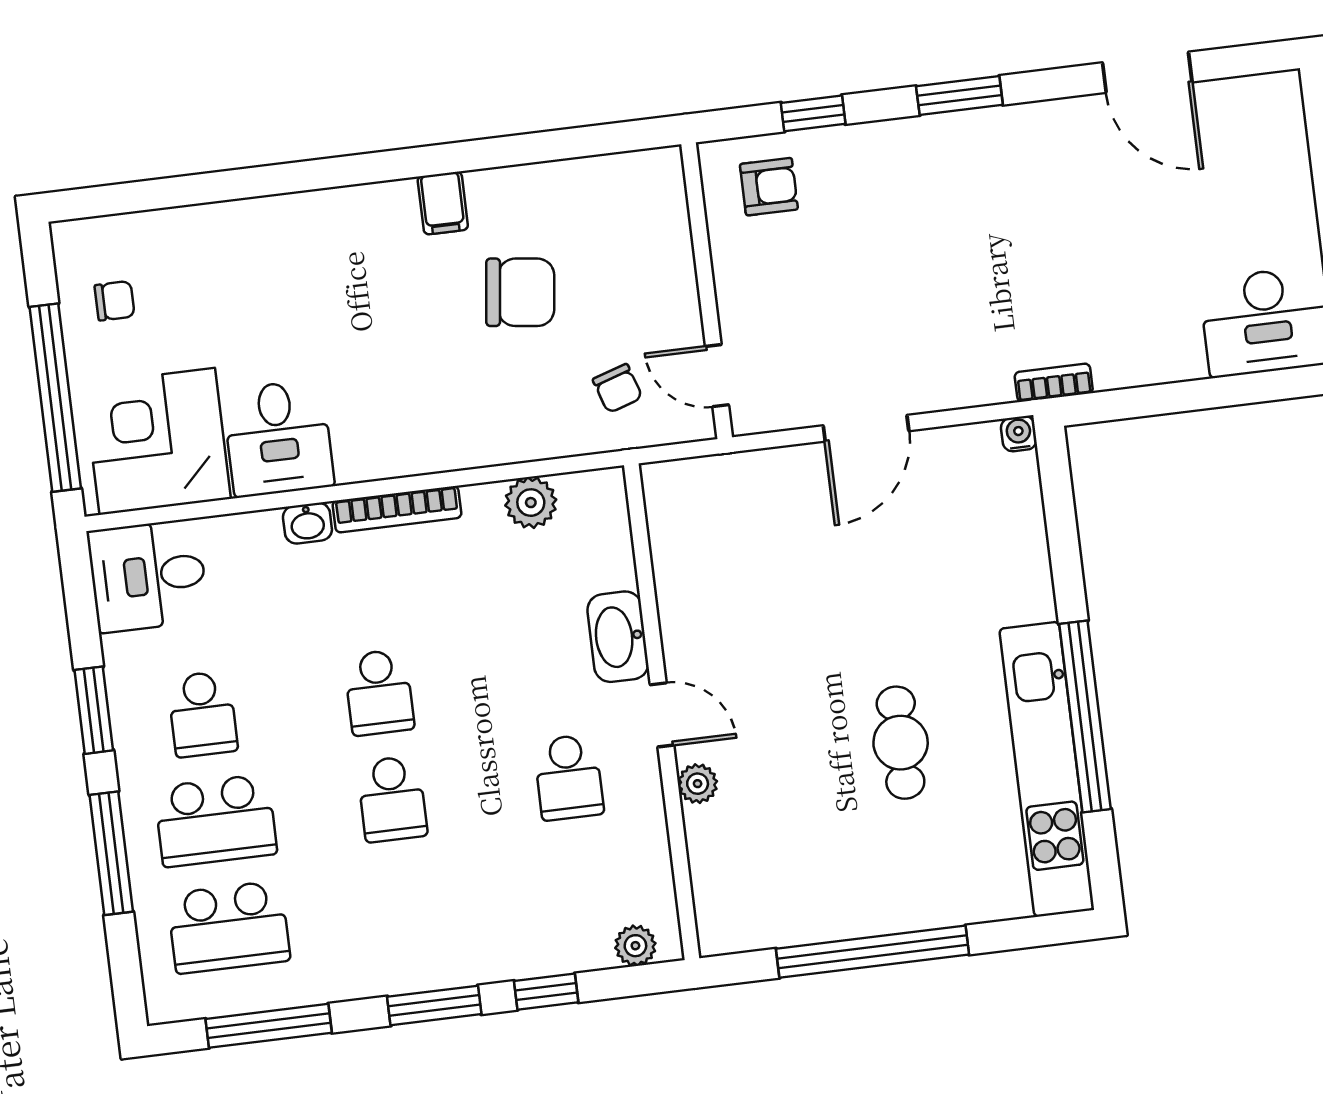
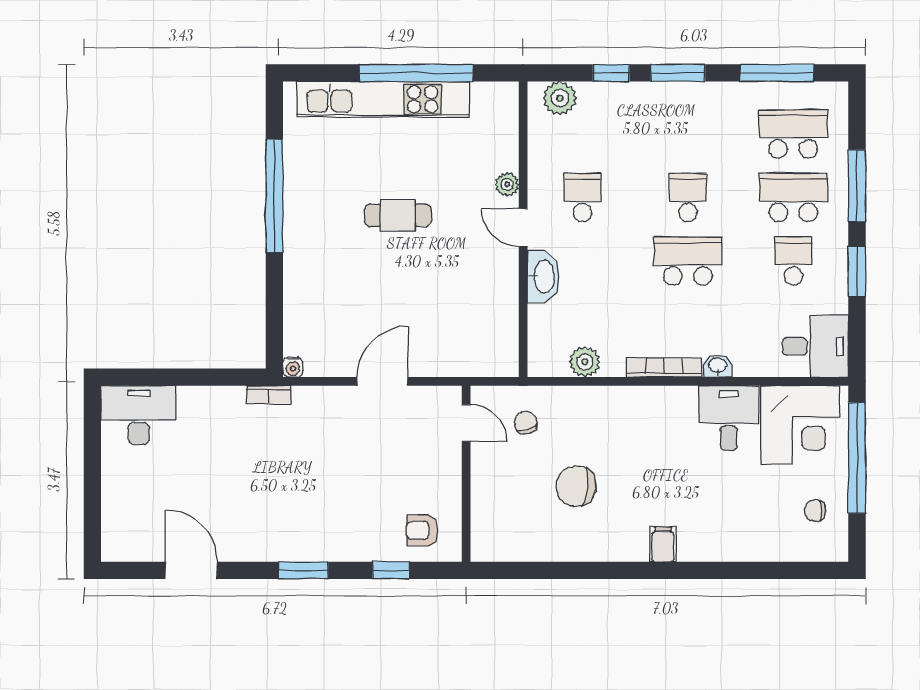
filing cabinet: (443, 203) -> (663, 544), moved
school desk: (379, 692) -> (688, 261), width x1.85
cafe table: (901, 743) -> (398, 215), moved, turned 90
kitchen unit: (1047, 769) -> (383, 99), moved, turned 90
plant: (635, 946) -> (560, 98), width x1.38, depth x1.38

